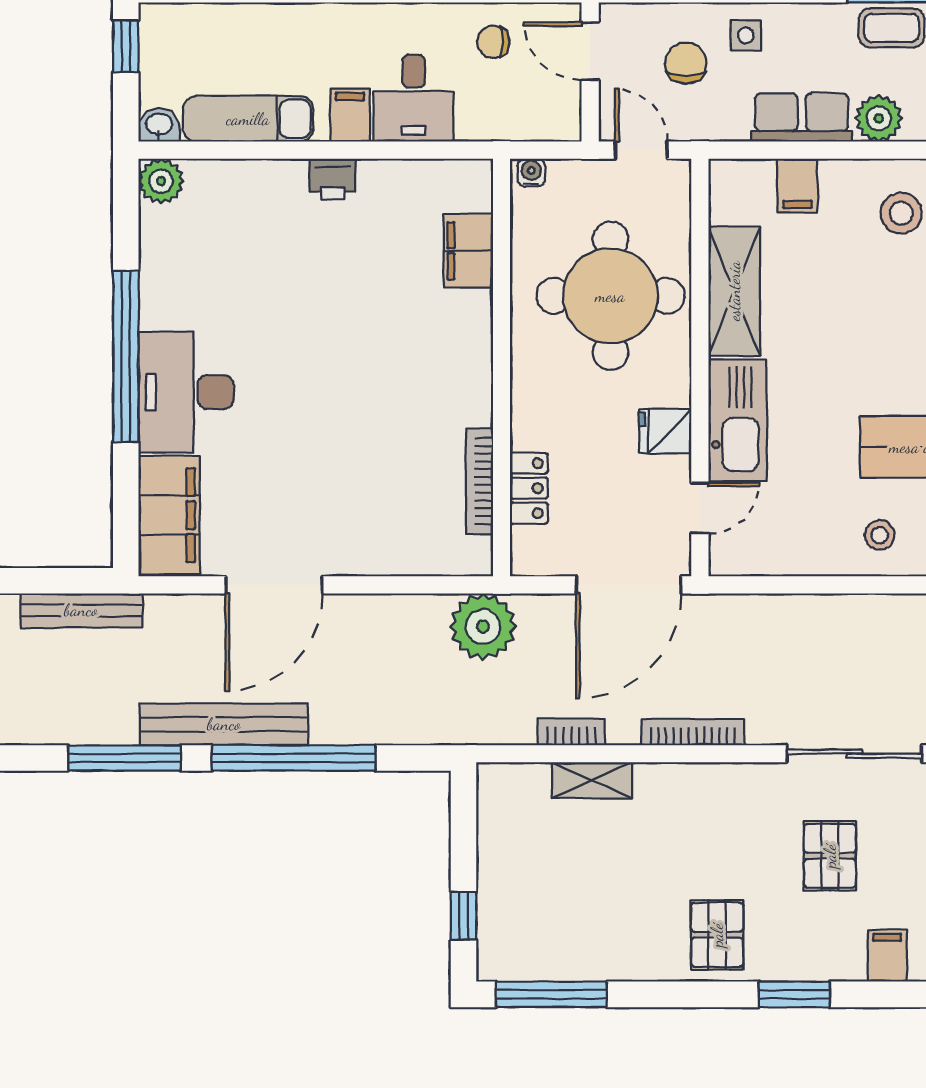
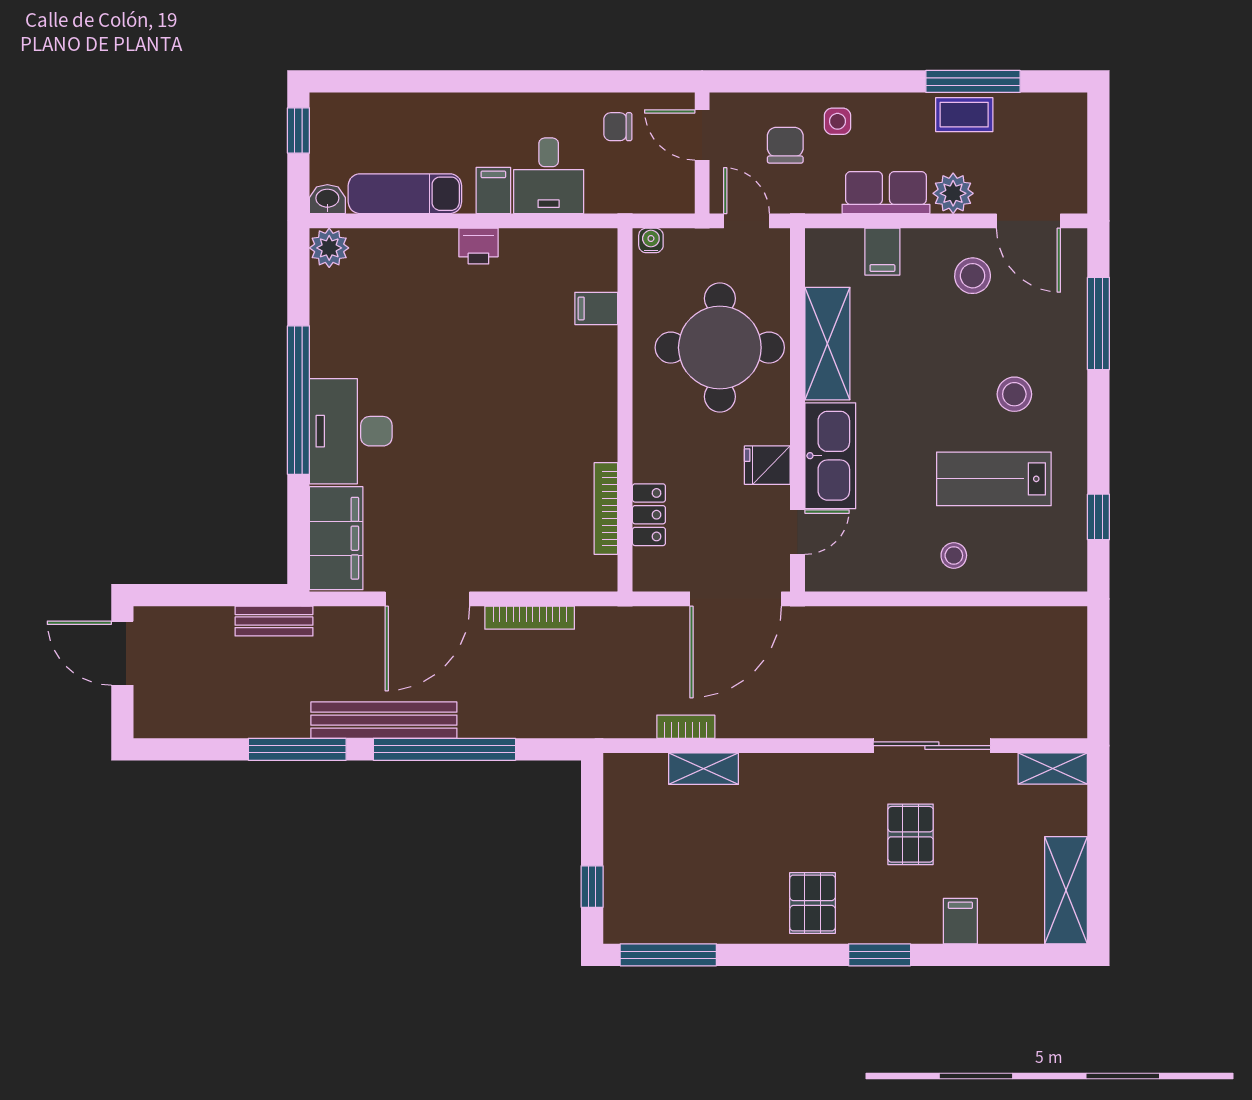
filing cabinet: (468, 251) -> (596, 308), width x0.50
bench: (81, 610) -> (274, 621), width x0.73
plant: (483, 627) -> (609, 635), removed
bookcase: (693, 732) -> (530, 618), moved, turned 180

